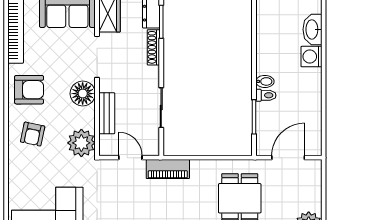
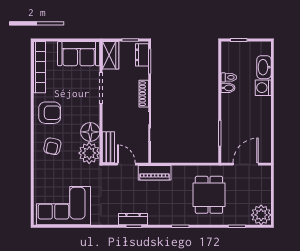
shoe rack: (153, 47) -> (144, 94), moved
bidet: (265, 81) -> (228, 88), moved
floor lamp: (83, 94) -> (90, 132), moved
toilet: (266, 95) -> (229, 77), moved
bench: (107, 113) -> (108, 147), moved

